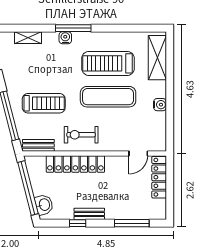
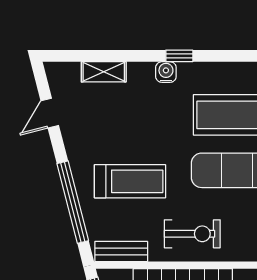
window: (73, 28) -> (179, 56), width x0.46
exercise bike: (81, 135) -> (192, 234), turned 180

